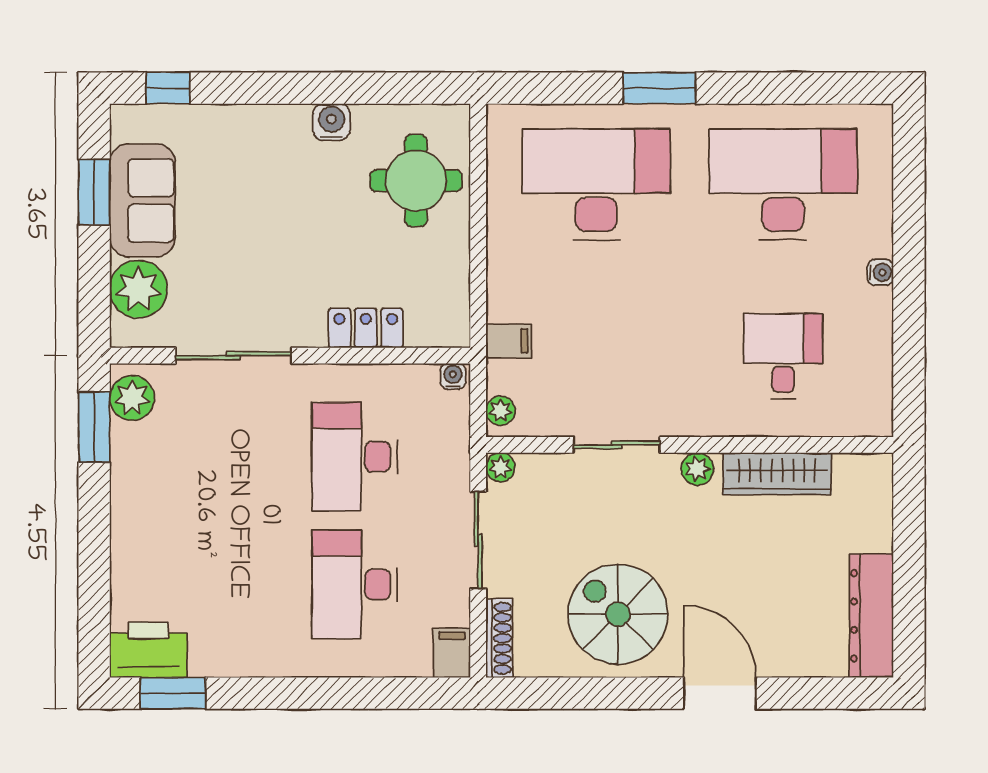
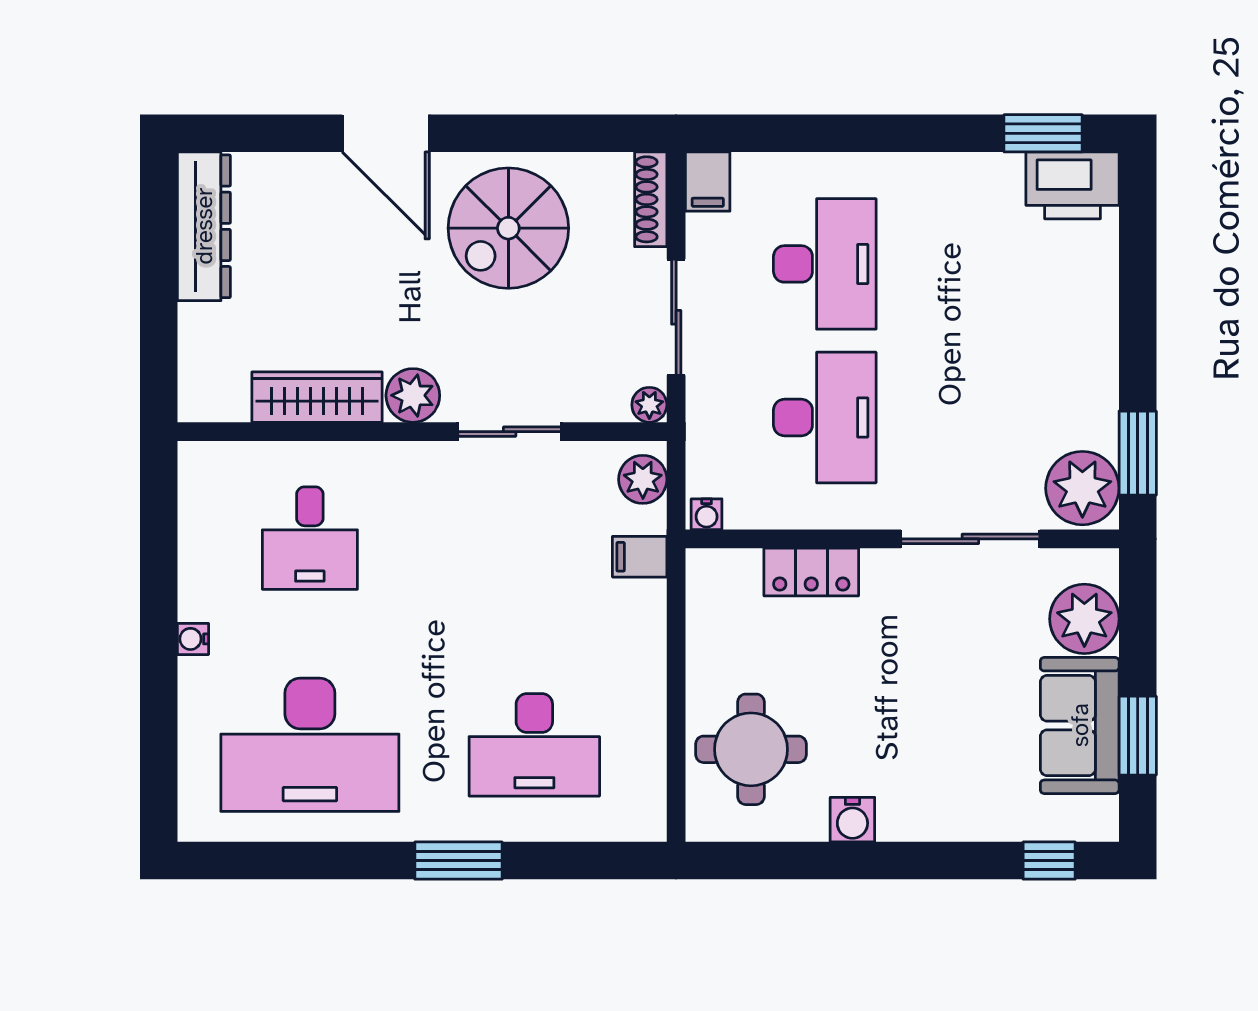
desk: (596, 184) -> (534, 745), width x0.73, depth x0.77
plant: (132, 398) -> (1082, 488), width x1.36, depth x1.36
plant: (501, 411) -> (643, 479), width x1.38, depth x1.38
plant: (697, 469) -> (413, 395), width x1.38, depth x1.38
spiral stairs: (618, 614) -> (508, 228), turned 90

